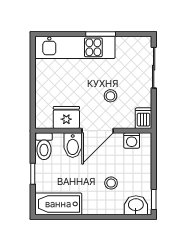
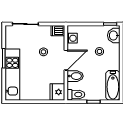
fridge: (66, 117) -> (57, 92), moved
door: (98, 131) -> (66, 60), hinge flipped

